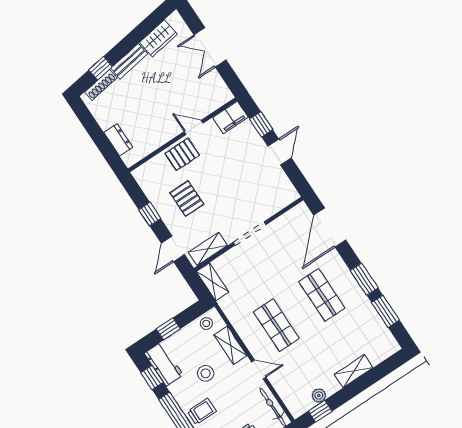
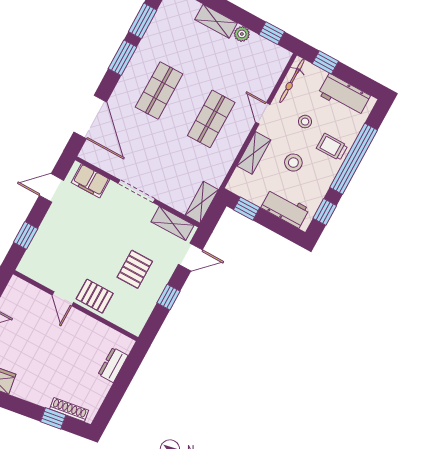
bench: (129, 61) -> (32, 394), removed
filing cabinet: (230, 117) -> (90, 181), moved, turned 180
door: (280, 152) -> (52, 188), moved
door: (330, 228) -> (90, 117), hinge flipped
stool: (206, 323) -> (305, 122), moved
window: (168, 329) -> (247, 209), moved
workbench: (164, 364) -> (285, 208), moved, turned 90
plant: (319, 395) -> (242, 34), moved

